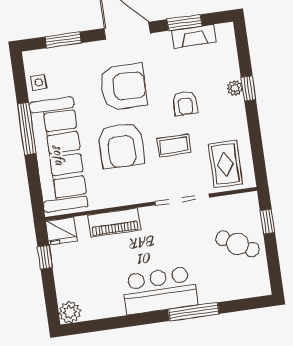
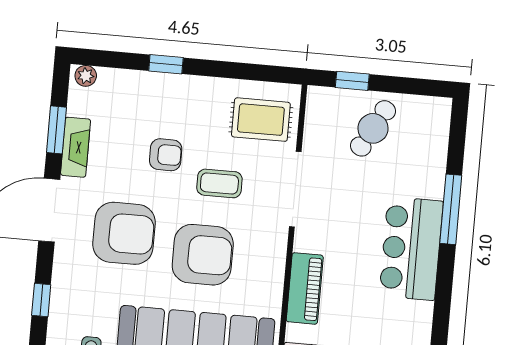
fireplace: (194, 36) -> (76, 147), moved
window: (63, 40) -> (41, 300), width x0.67
armchair: (123, 87) -> (124, 233), turned 90
plant: (235, 88) -> (86, 76), moved
coffee table: (174, 145) -> (219, 183), turned 90

